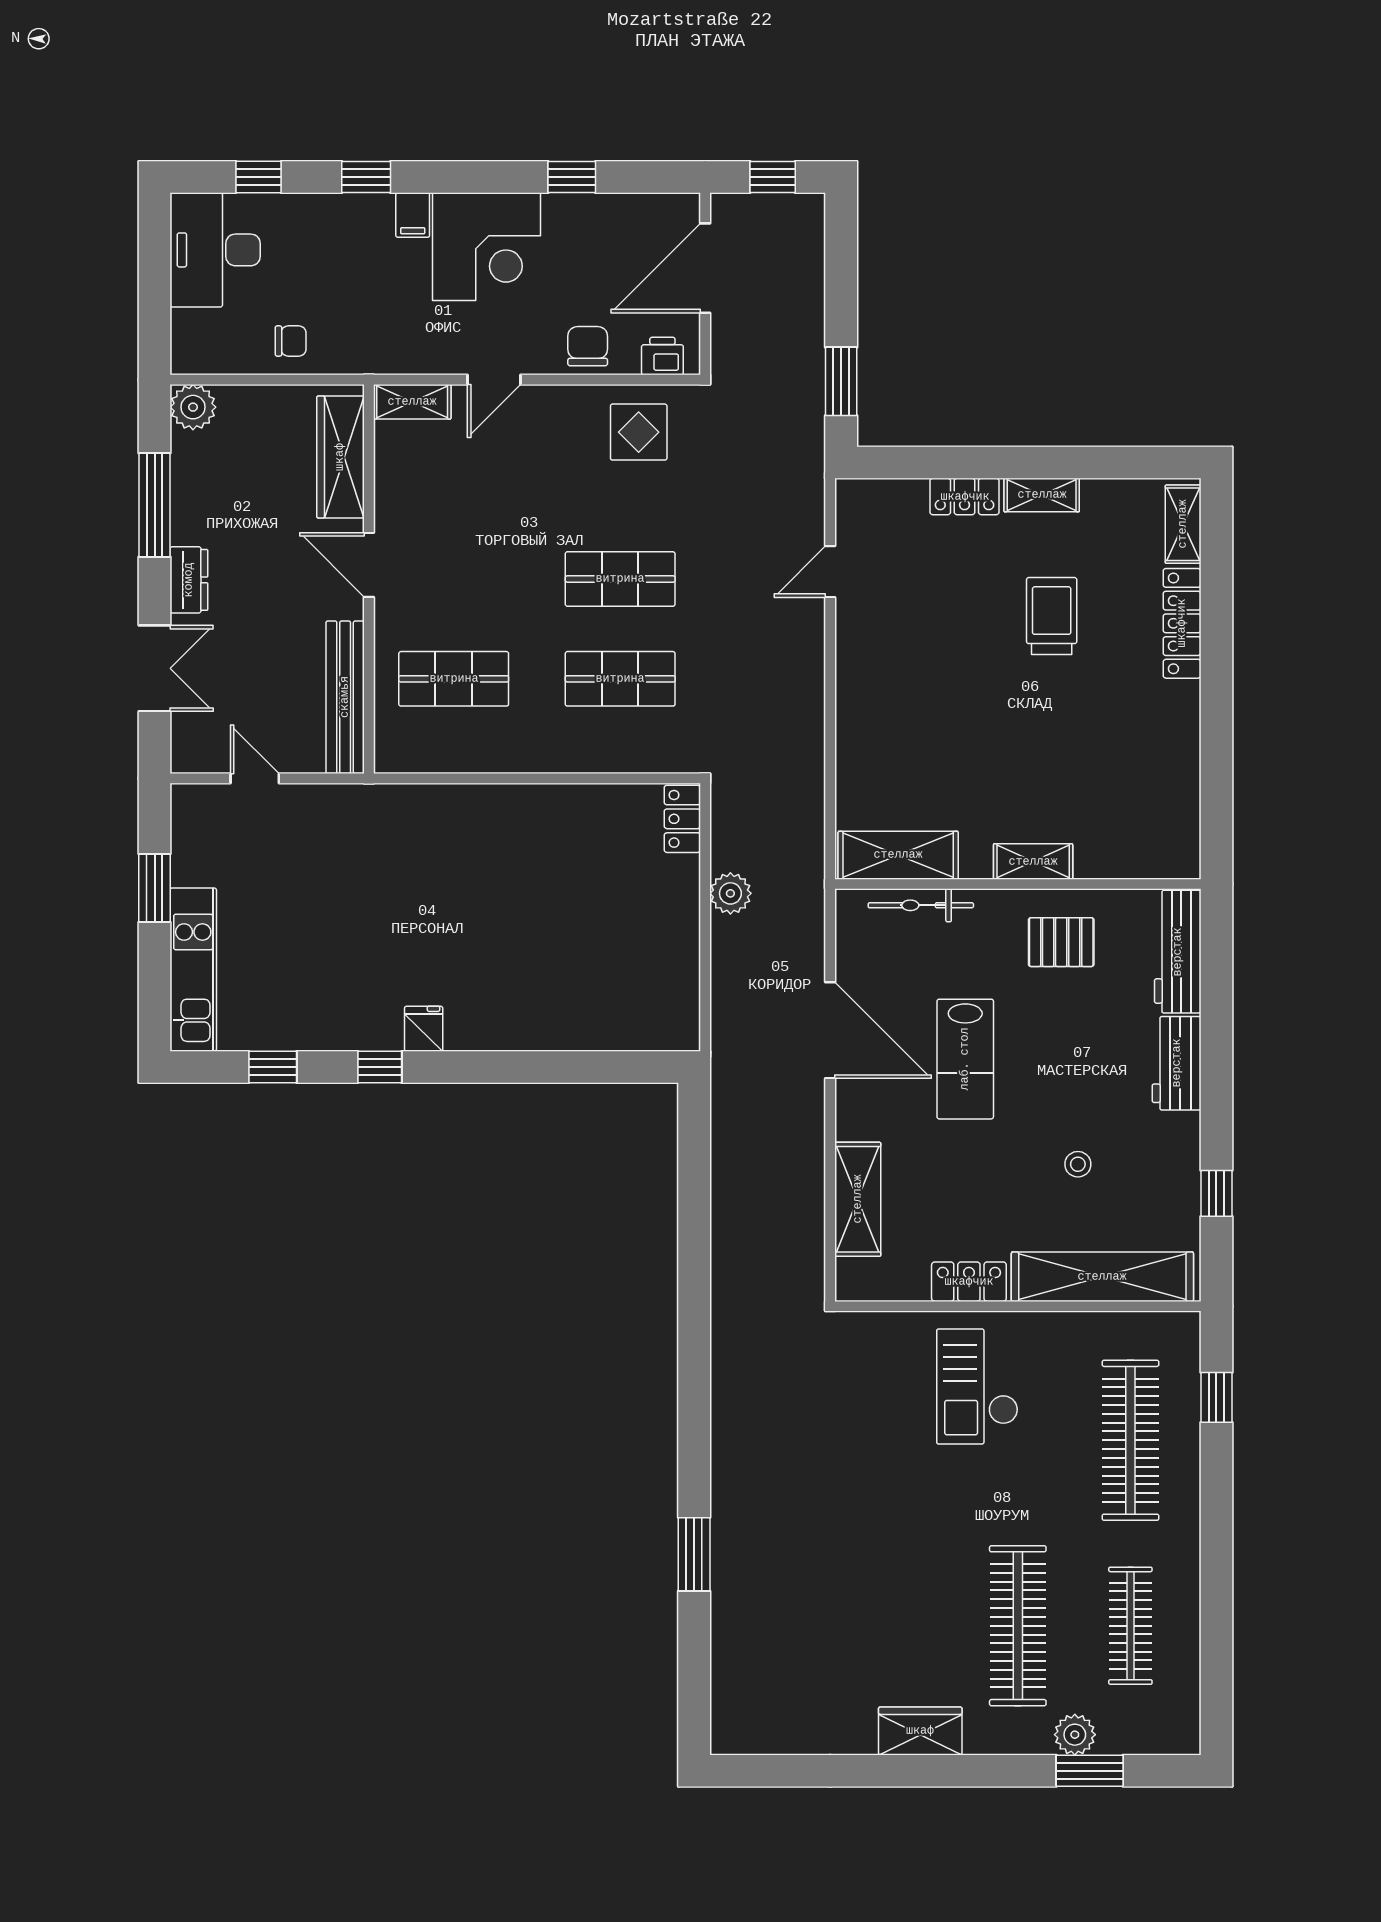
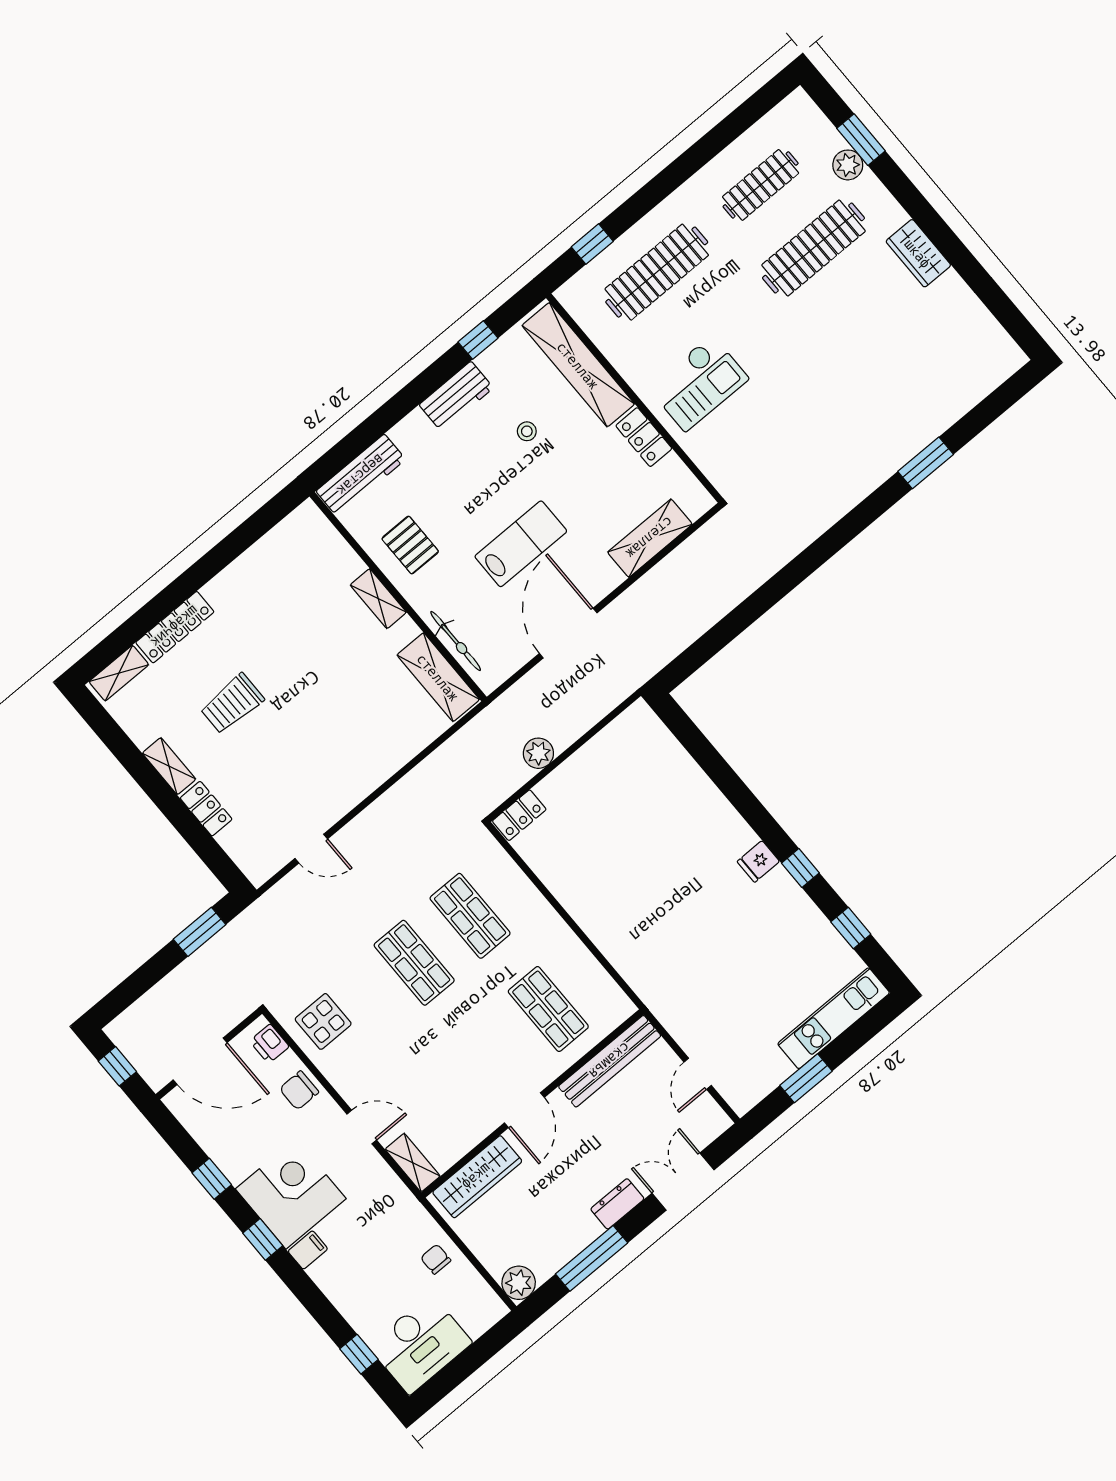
window: (366, 177) -> (263, 1239), moved
workbench: (1177, 1063) -> (456, 396), moved

